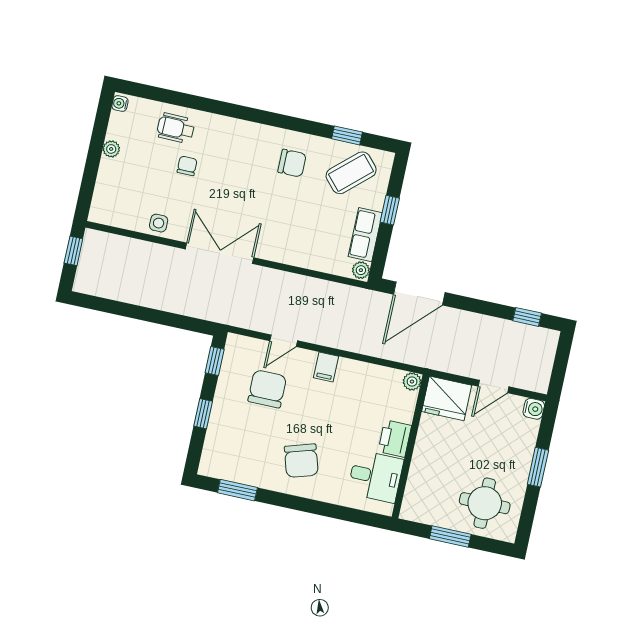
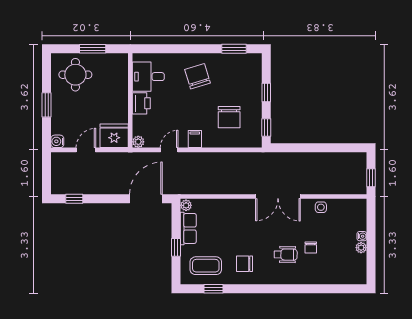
water cooler: (120, 104) -> (362, 236), moved
wheelchair: (176, 128) -> (286, 255), moved
coffee table: (351, 173) -> (206, 266), turned 42
door: (284, 341) -> (169, 150), moved

